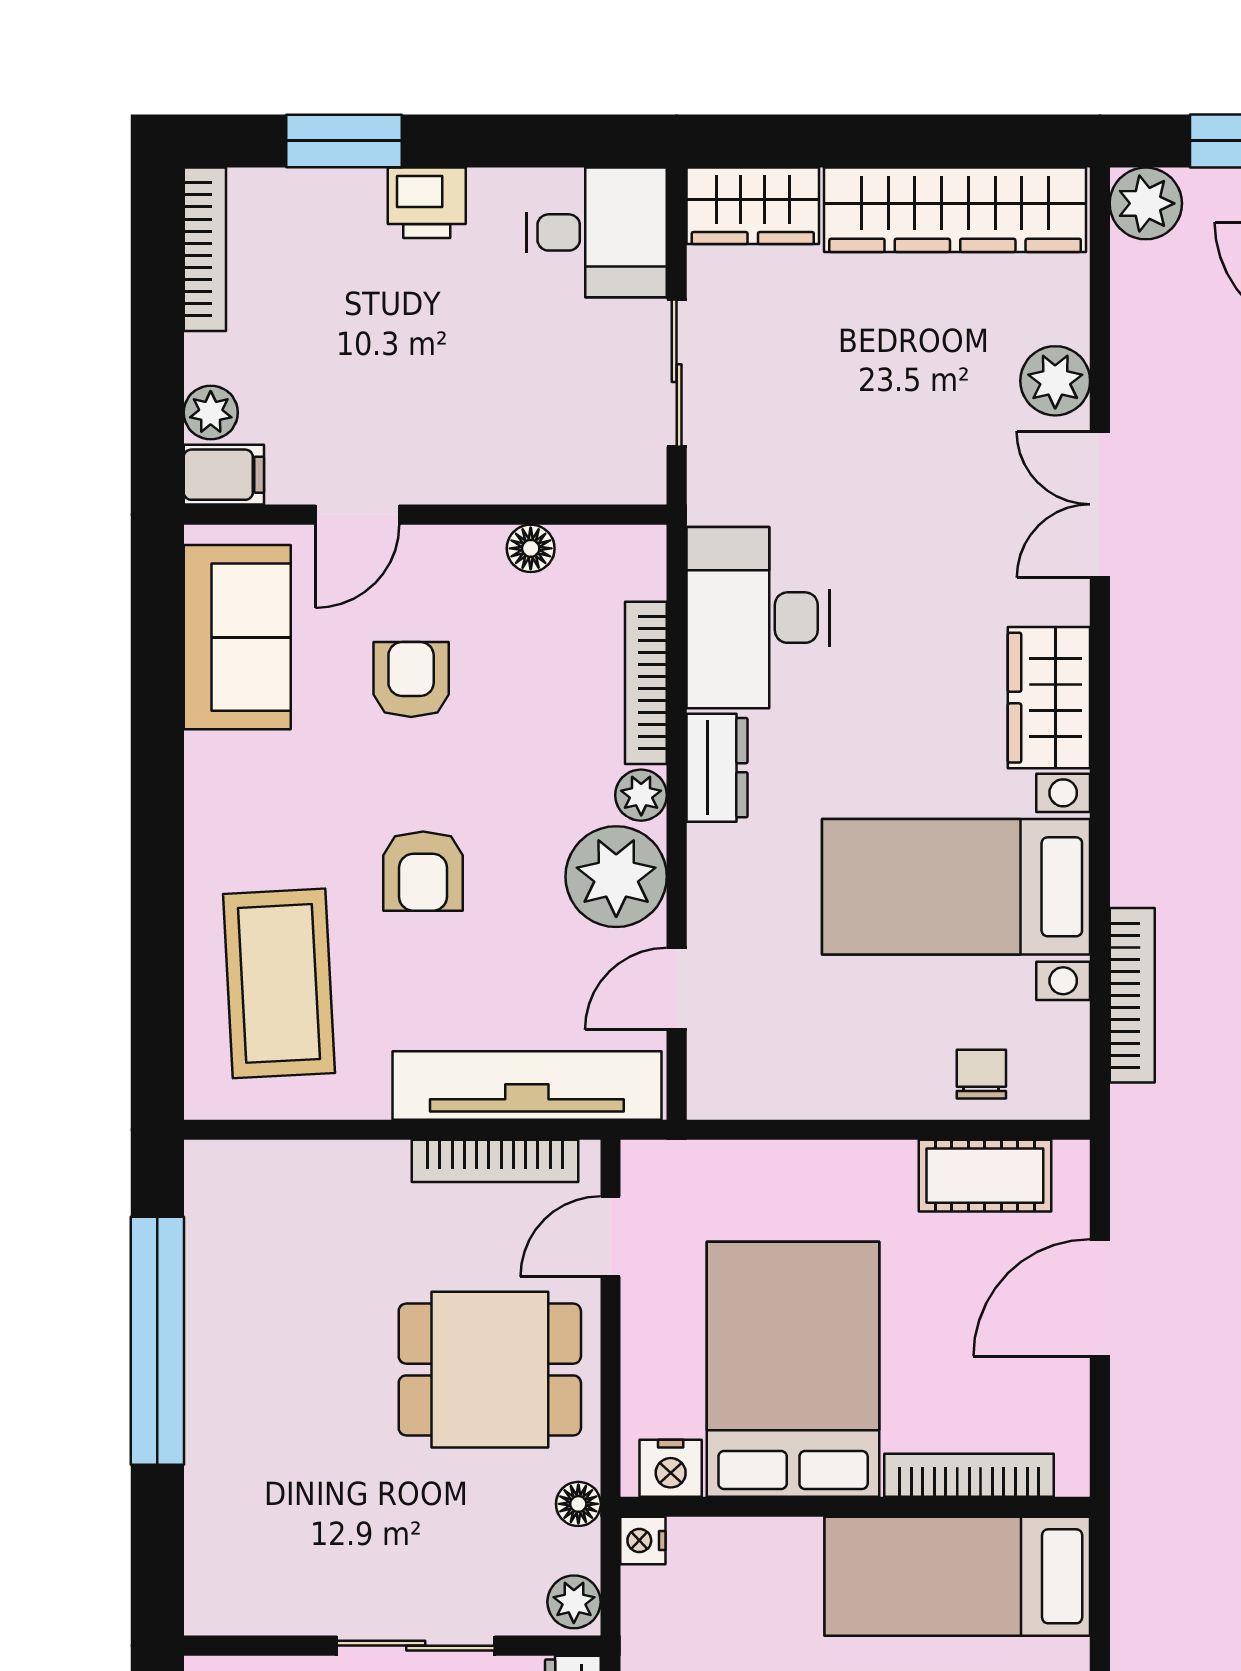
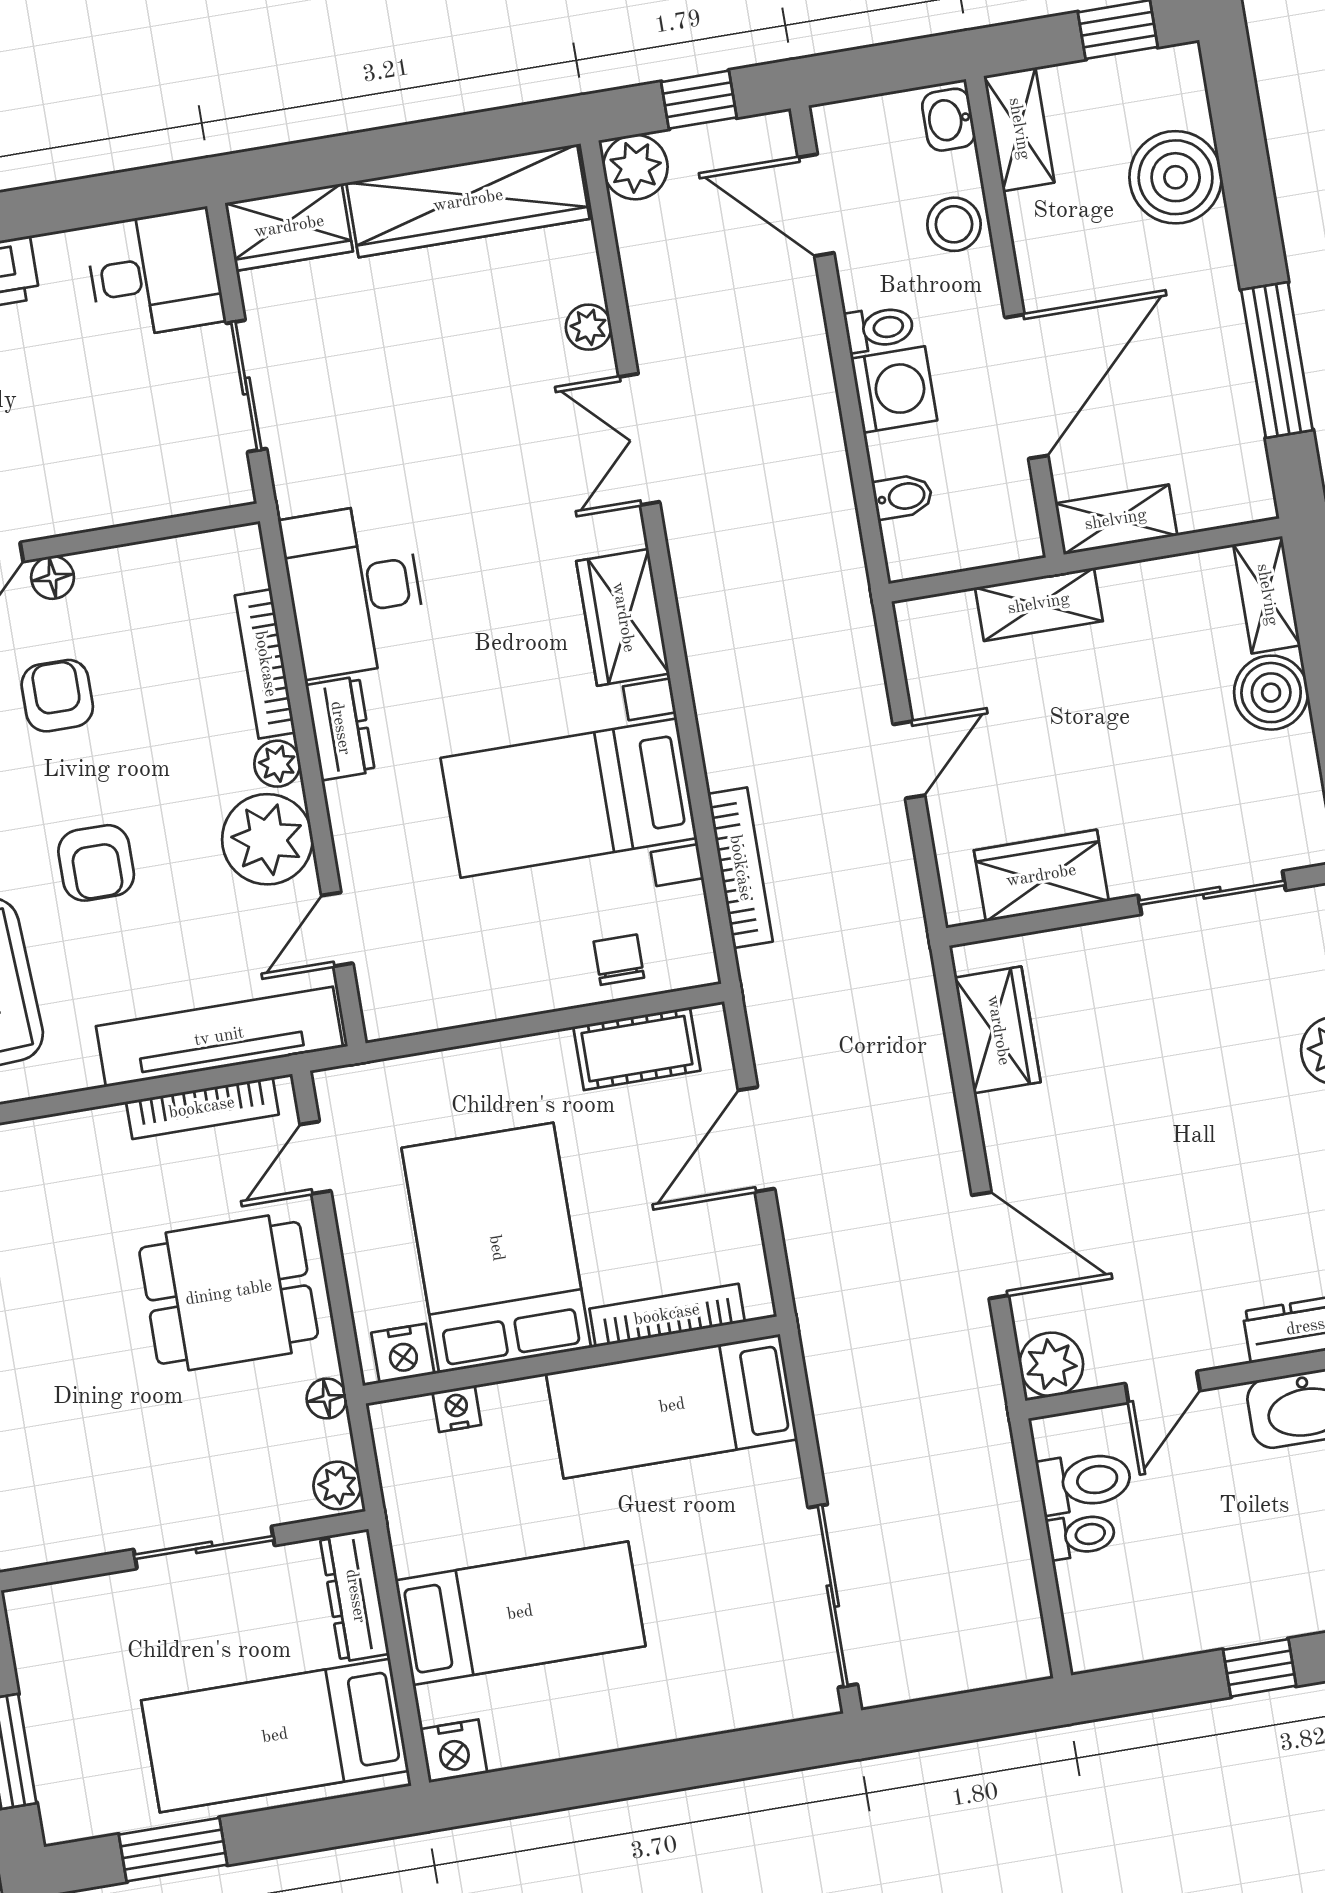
plant: (1055, 381) -> (589, 327), width x0.73, depth x0.73
floor lamp: (531, 548) -> (53, 577), moved
nightstand: (643, 1541) -> (457, 1409), moved, turned 90

